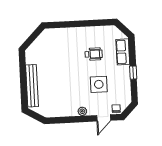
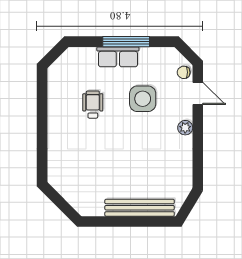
row of seats: (123, 52) -> (118, 57), moved
window: (133, 73) -> (126, 42), width x2.17

